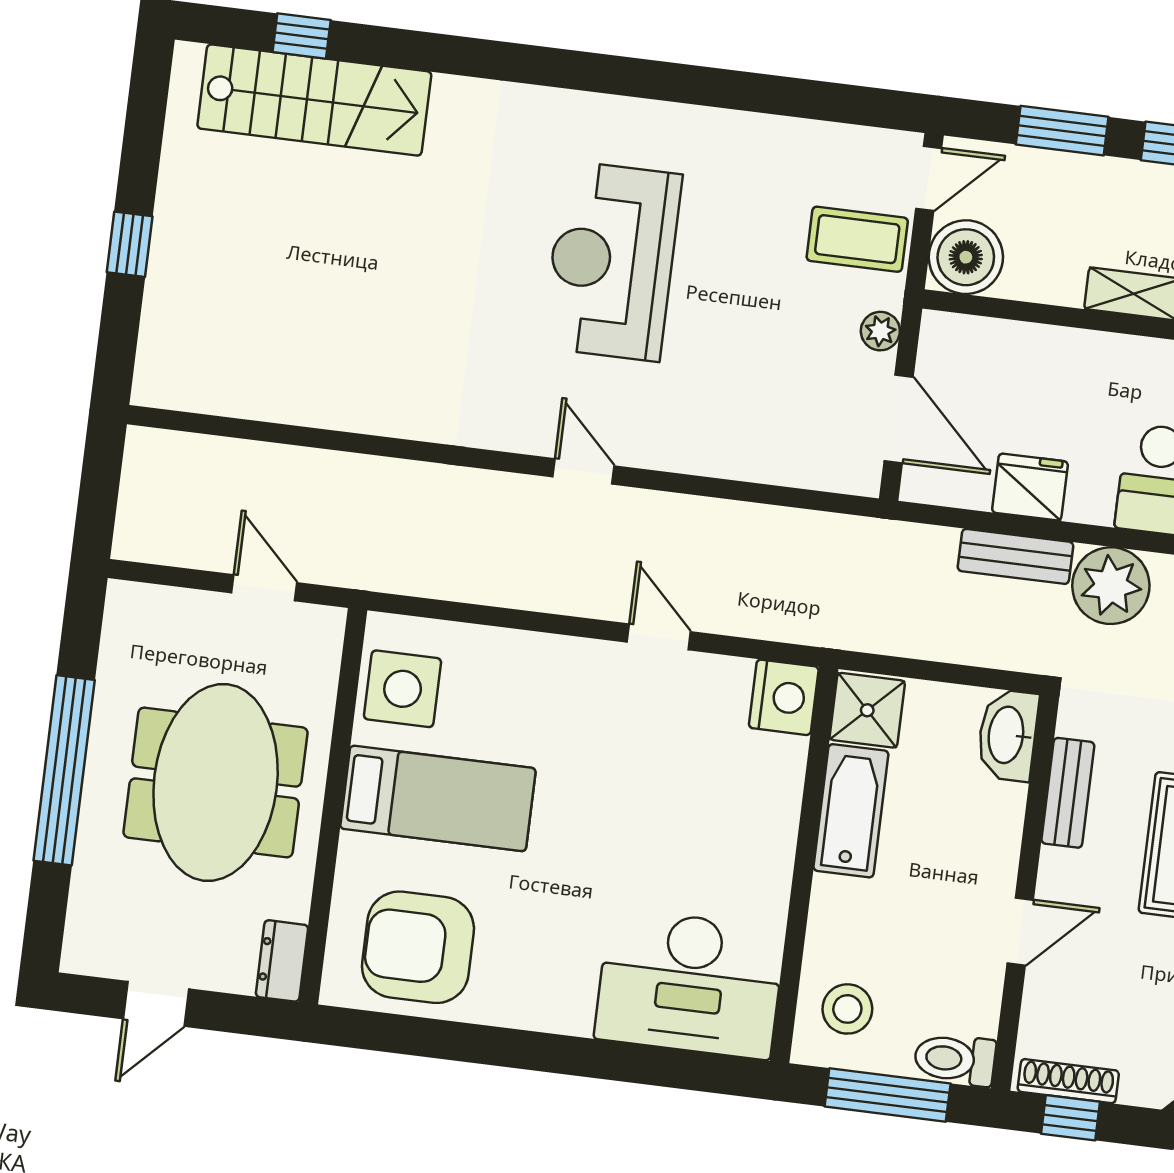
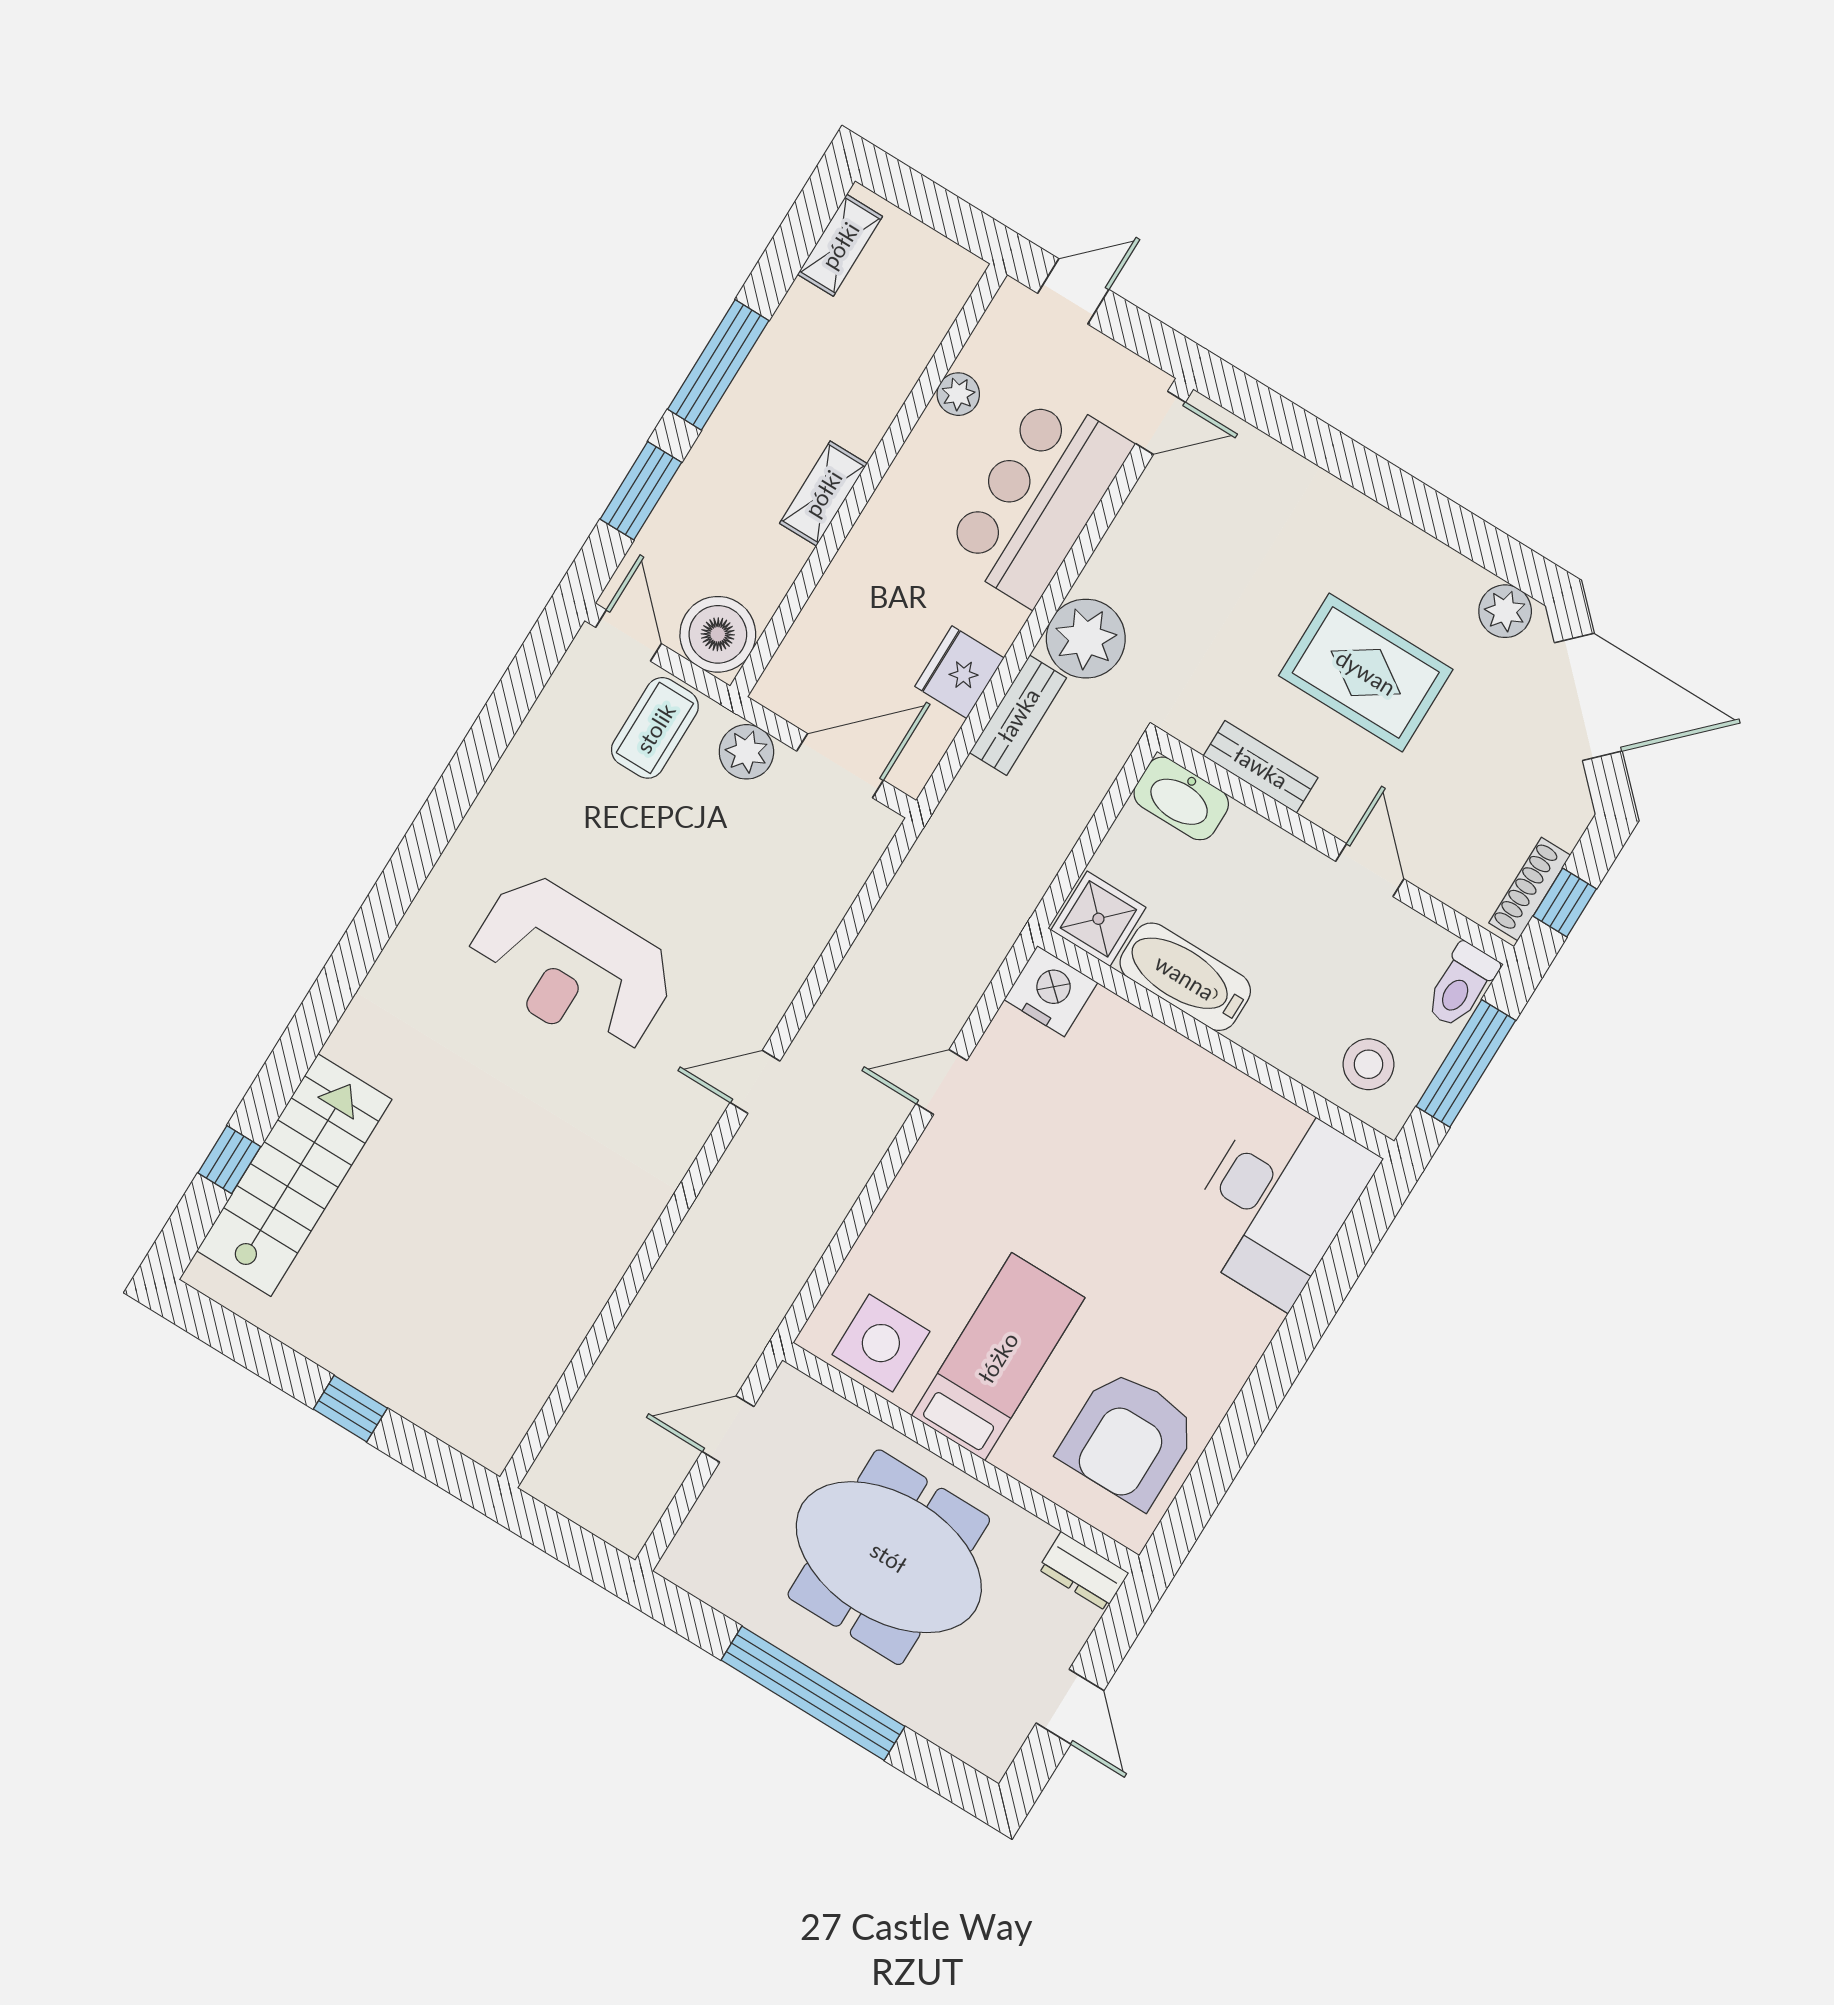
plant: (880, 331) -> (746, 752), width x1.38, depth x1.38

